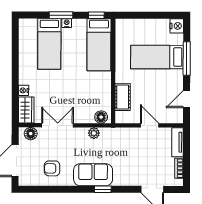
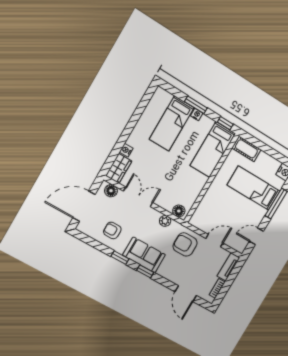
cot: (123, 97) -> (246, 149), moved, turned 90
door: (150, 125) -> (214, 241), hinge flipped
armchair: (125, 144) -> (185, 244), added
window: (73, 189) -> (120, 258), added

